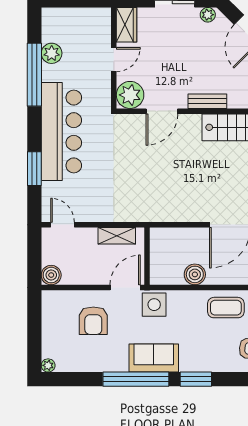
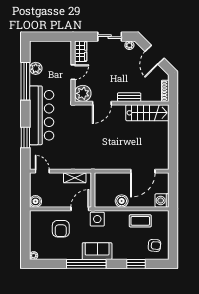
window: (196, 379) -> (136, 264), moved

